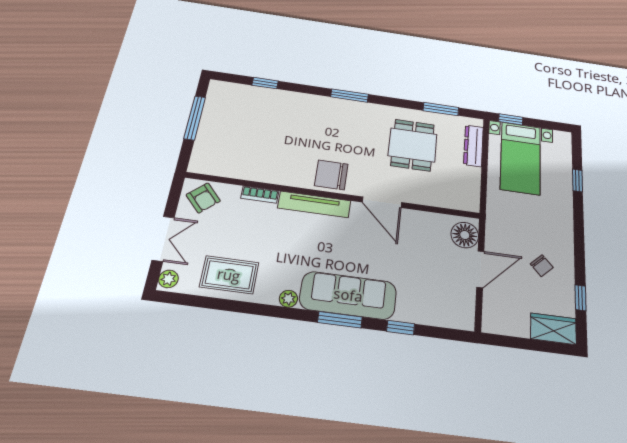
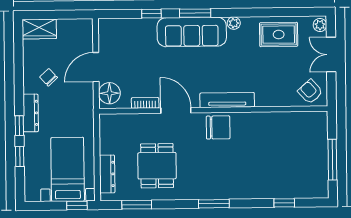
bookcase: (260, 195) -> (145, 103), moved
dresser: (565, 227) -> (31, 113), added
window: (581, 298) -> (19, 126), moved

